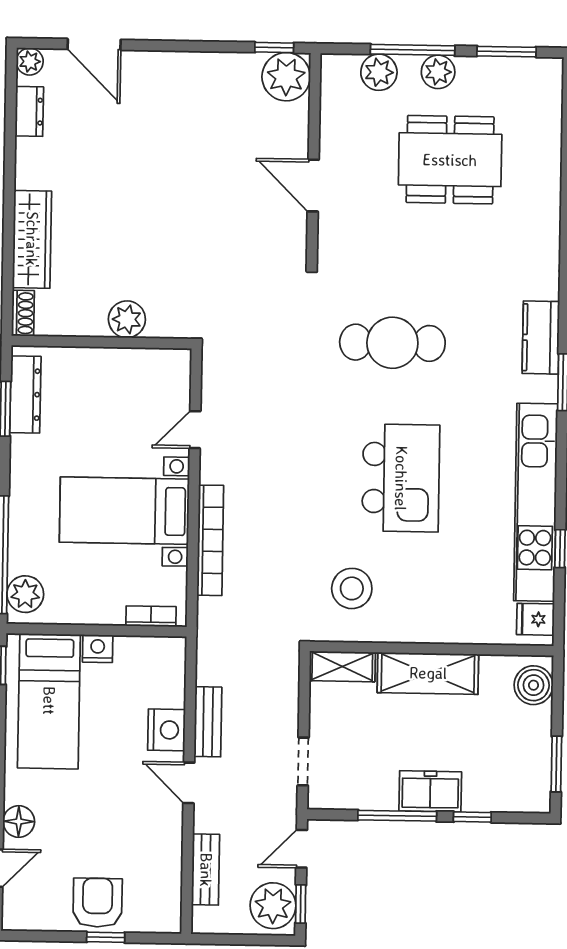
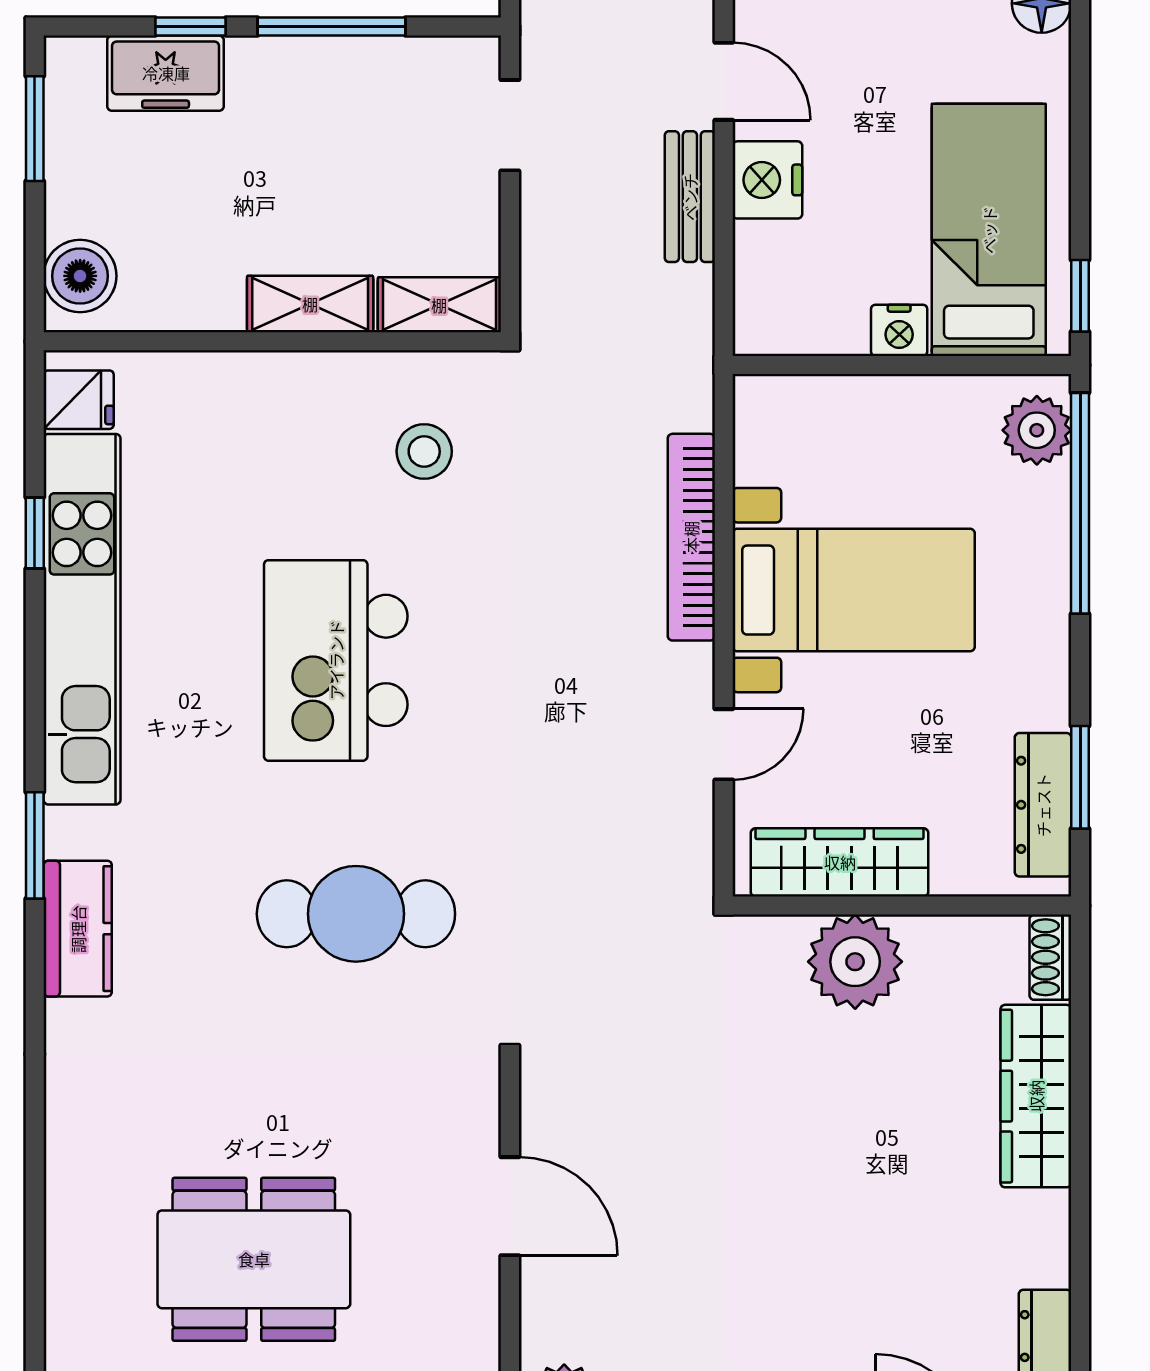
plant: (127, 319) -> (855, 962), width x1.36, depth x1.36
wardrobe: (134, 366) -> (840, 862), added
stool: (352, 588) -> (424, 451), width x0.73, depth x0.73
bookcase: (151, 616) -> (800, 393), removed
shelving: (428, 673) -> (310, 304), width x0.67, depth x0.75
freezer: (430, 791) -> (166, 73), moved

